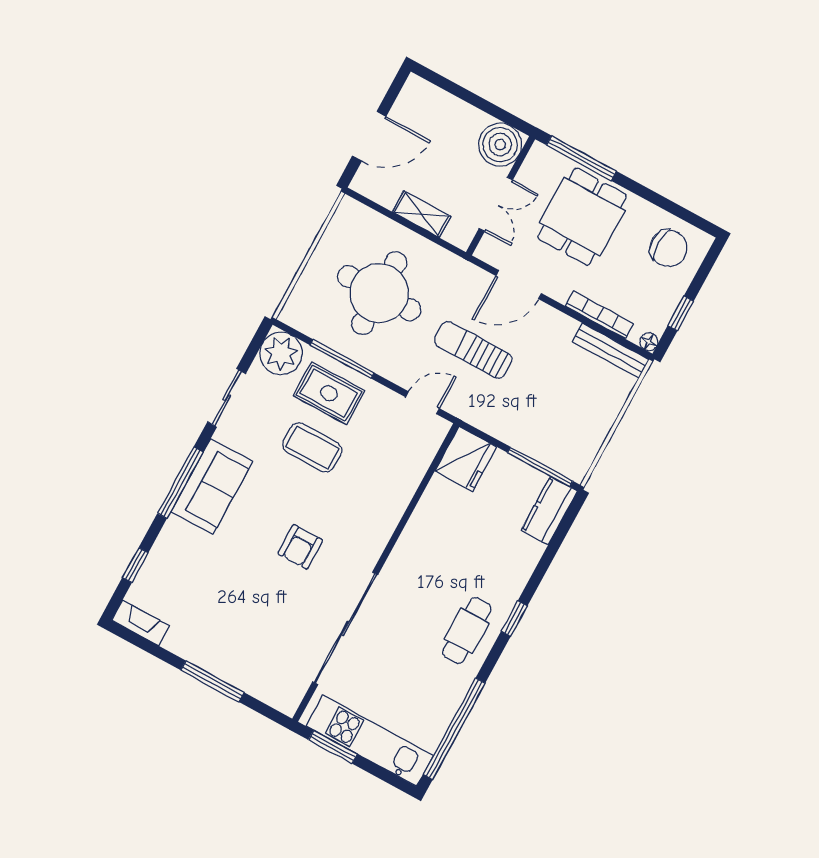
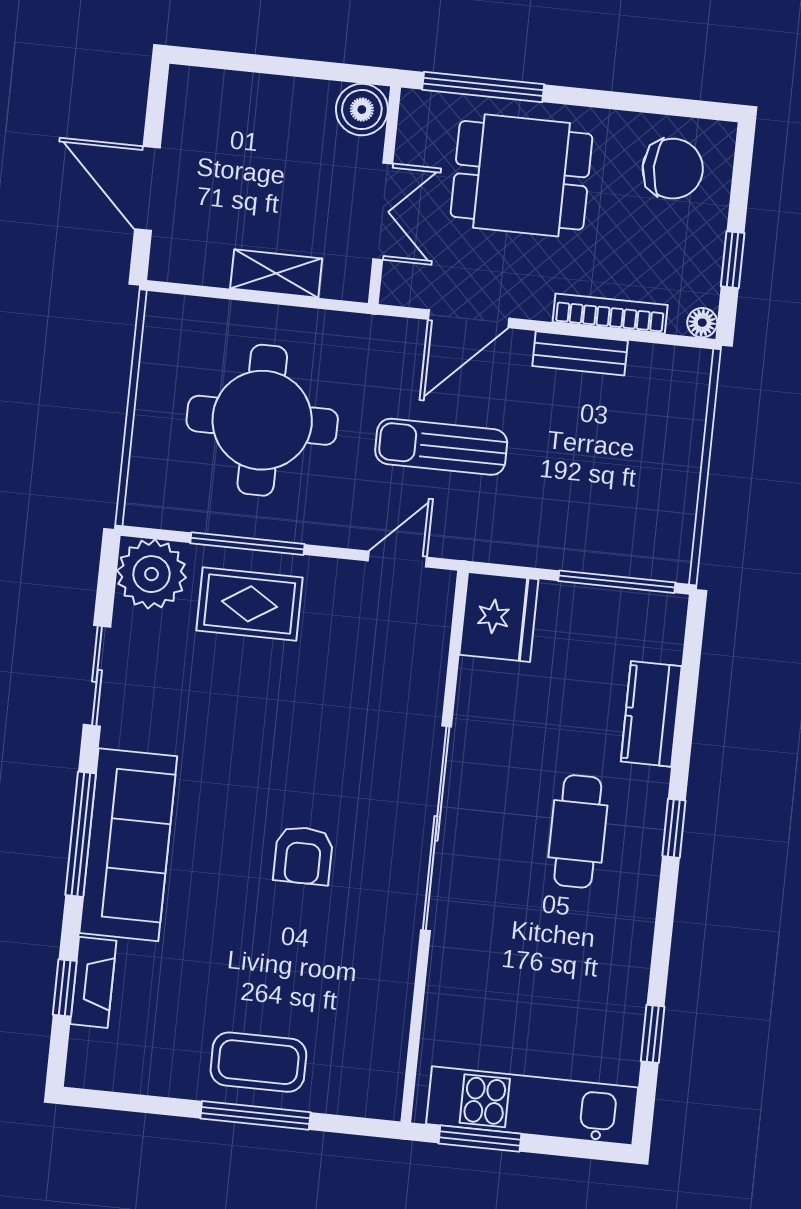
door: (369, 136) -> (147, 189), swing flipped
boiler: (500, 145) -> (362, 110), width x0.73, depth x0.73
dining table: (582, 217) -> (522, 175), turned 90
bench: (611, 351) -> (580, 353), moved, width x0.73
coffee table: (312, 448) -> (258, 1062), moved
sofa: (212, 487) -> (128, 845), width x1.36
kitchen counter: (549, 511) -> (651, 714), moved
fireplace: (140, 623) -> (93, 982), moved, turned 90
sliding door: (345, 628) -> (436, 828), moved
cafe table: (467, 631) -> (578, 831), moved
window: (454, 729) -> (653, 1034), width x0.32

